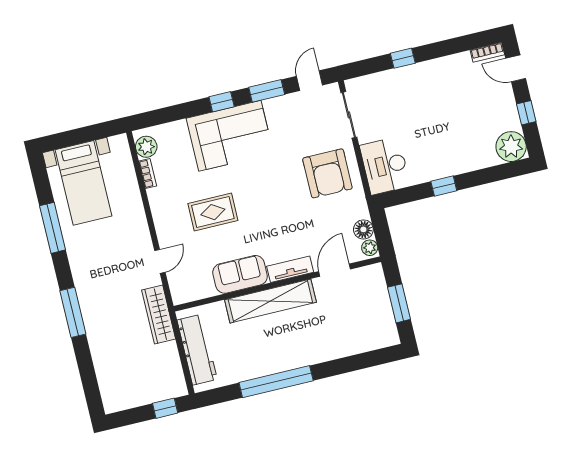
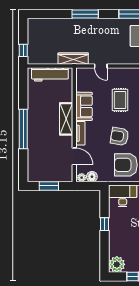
armchair: (279, 197) -> (120, 136), added
shelving: (270, 301) -> (66, 119), width x0.68
window: (276, 382) -> (23, 129), moved

